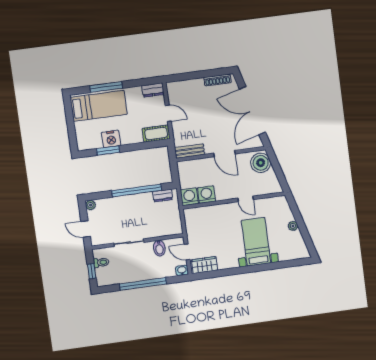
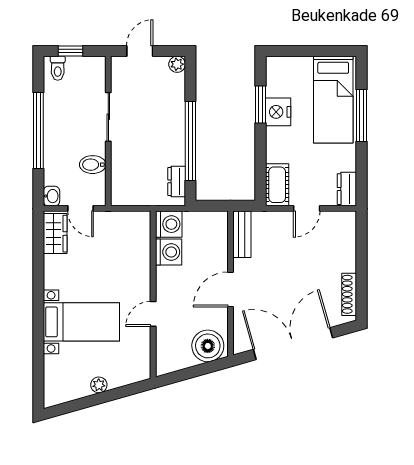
door: (187, 252) -> (80, 208), swing flipped
toilet: (101, 262) -> (58, 68), moved

